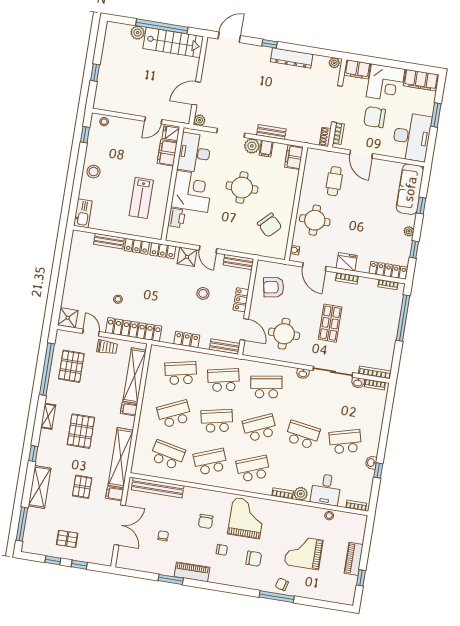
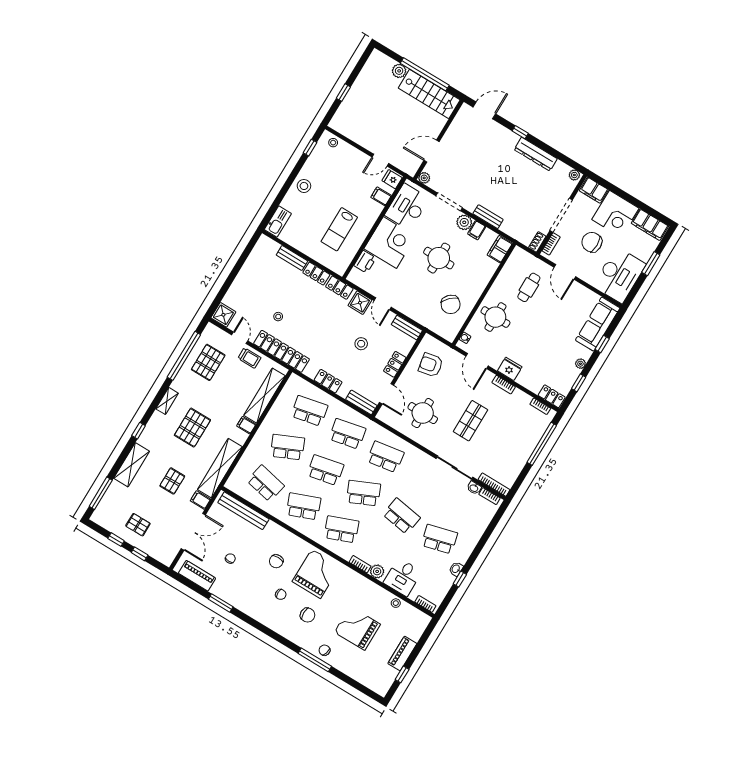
filing cabinet: (167, 153) -> (381, 196), width x0.50
locker: (388, 270) -> (552, 396), width x0.66
washbasin: (303, 374) -> (425, 458), removed
piano: (192, 572) -> (197, 576), moved

